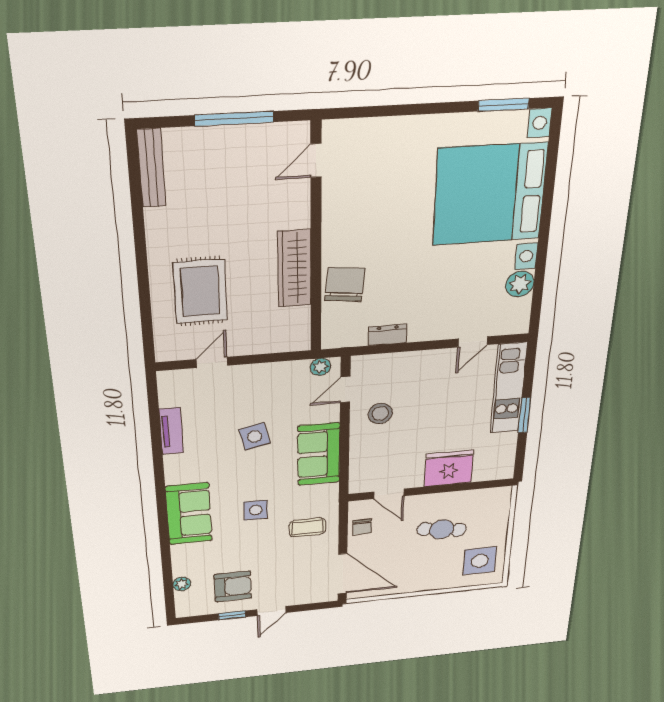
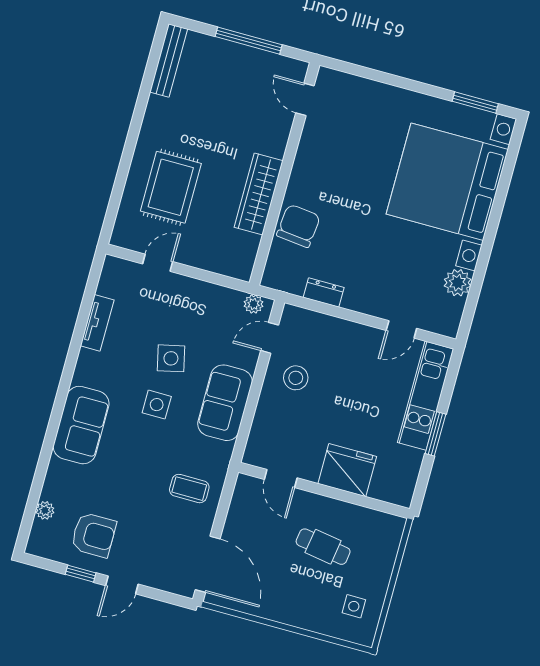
door: (316, 160) -> (305, 99), hinge flipped
side table: (256, 510) -> (157, 405), moved
chair: (362, 527) -> (243, 510), removed
side table: (480, 561) -> (354, 606), width x0.54, depth x0.54

